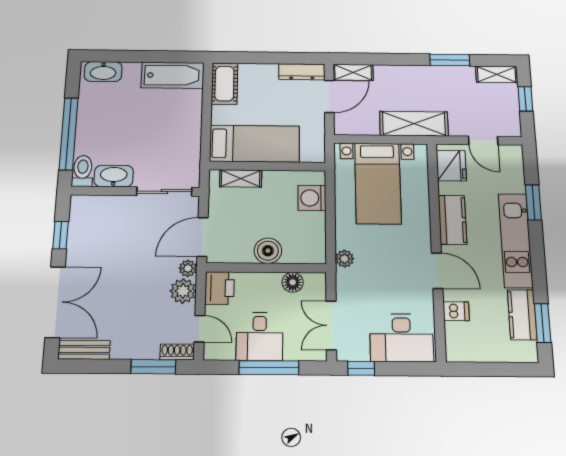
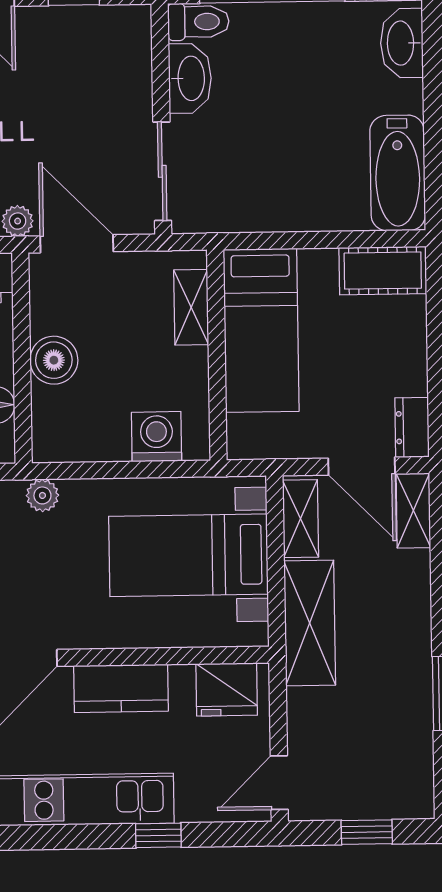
dresser: (302, 72) -> (412, 427), width x0.70
shelving: (497, 74) -> (301, 519), moved
door: (483, 141) -> (279, 783), moved
window: (533, 202) -> (158, 835), width x0.67

